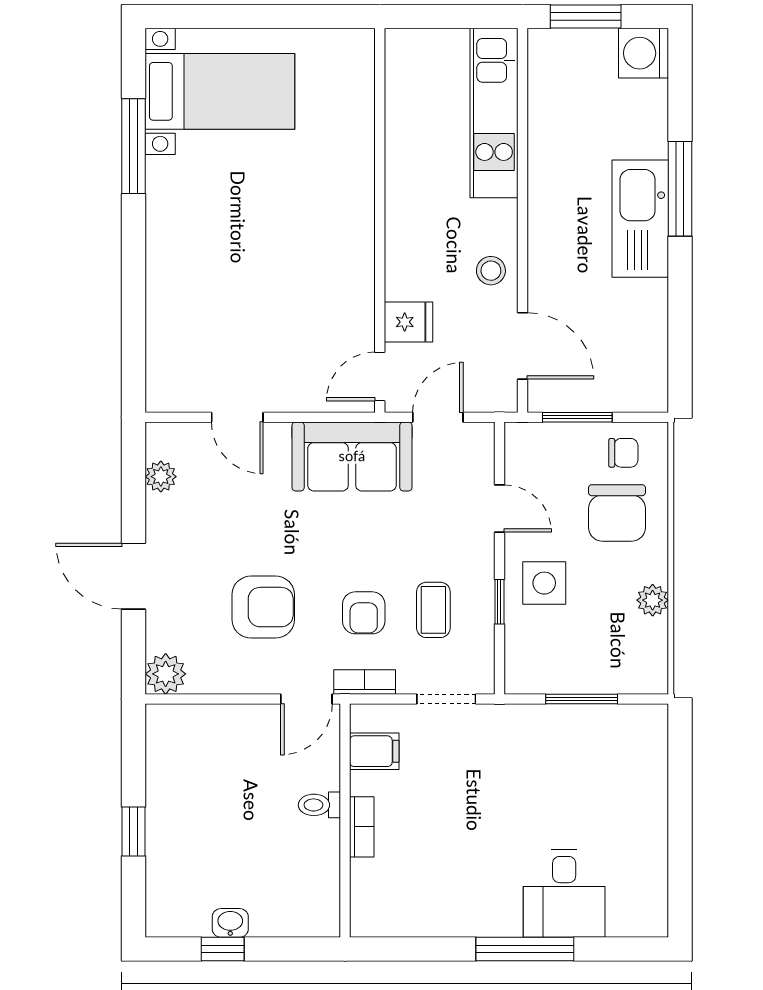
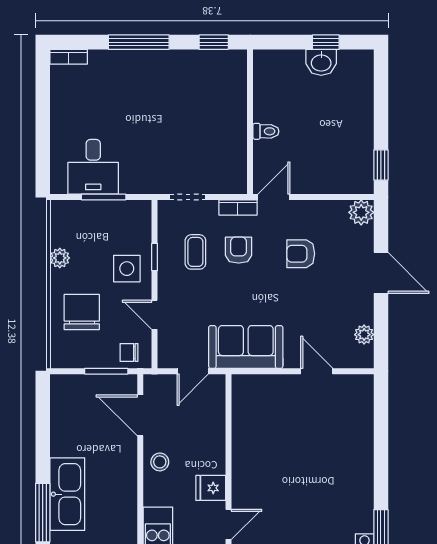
fridge: (409, 322) -> (211, 488), moved
door: (380, 377) -> (229, 524), moved
chair: (623, 453) -> (129, 352), moved
armchair: (263, 607) -> (301, 254), width x0.72, depth x0.72
filing cabinet: (374, 751) -> (232, 165), removed
bookcase: (362, 827) -> (69, 57), moved, turned -90
window: (134, 832) -> (381, 165), moved
desk: (564, 893) -> (93, 167), moved, turned 180
washbasin: (230, 923) -> (321, 62), width x1.38, depth x1.45
window: (404, 949) -> (214, 42), added

